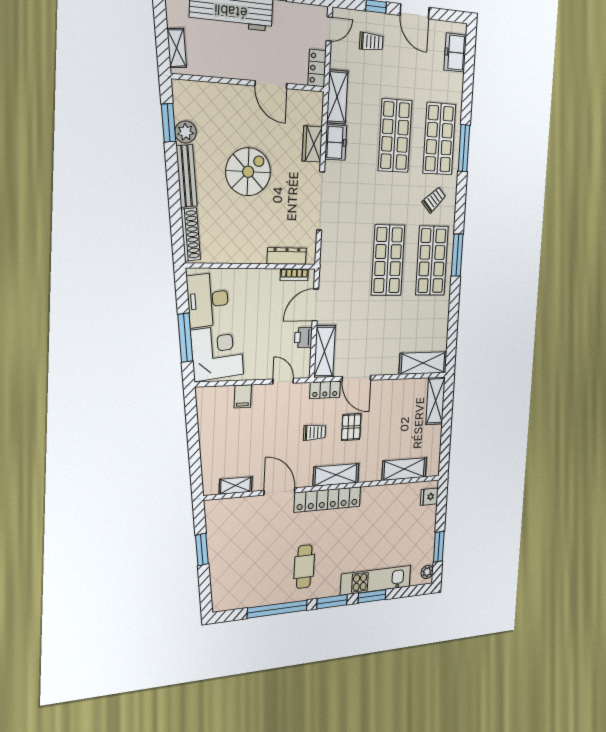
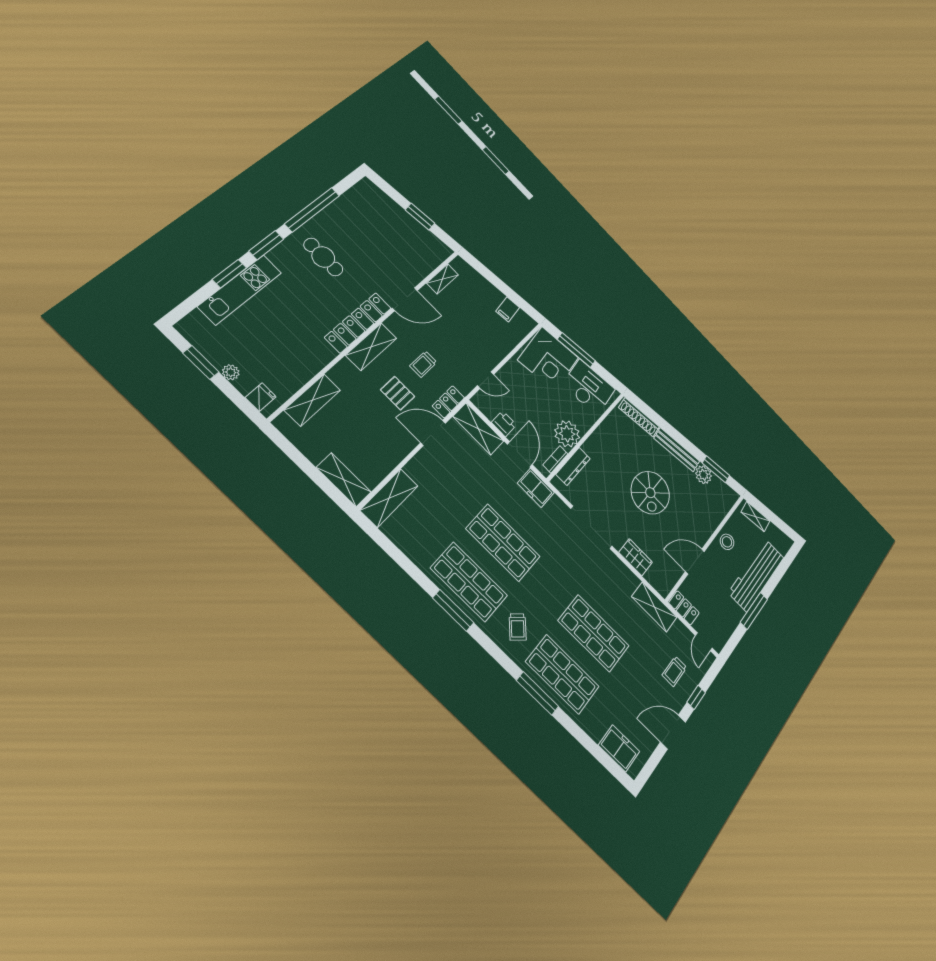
stool: (227, 63) -> (727, 542), added
freezer: (336, 142) -> (536, 488), moved
plant: (265, 283) -> (567, 434), added
filing cabinet: (243, 396) -> (508, 309), moved, turned -97
plant: (427, 572) -> (231, 372), moved

